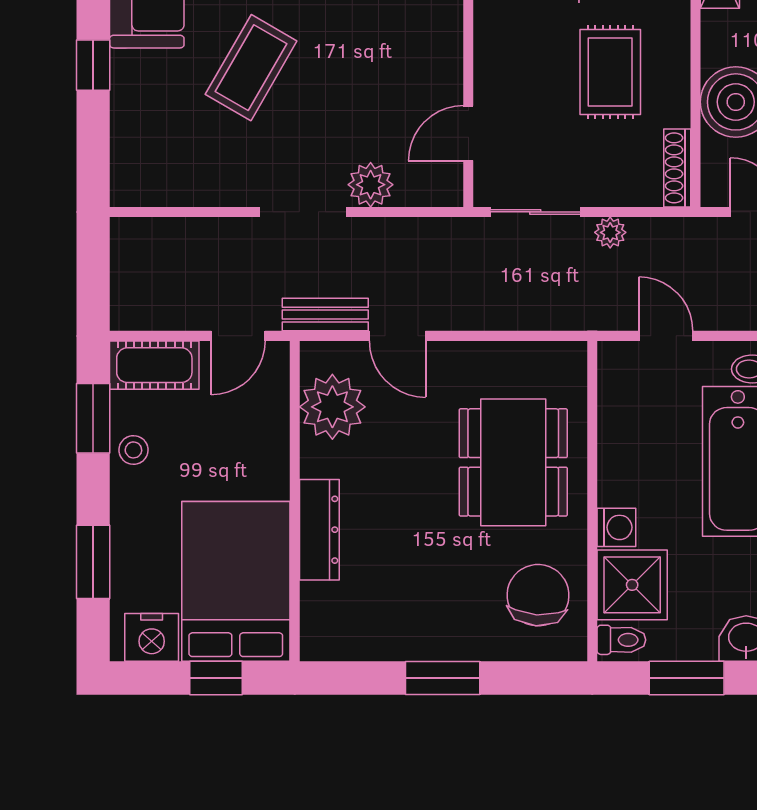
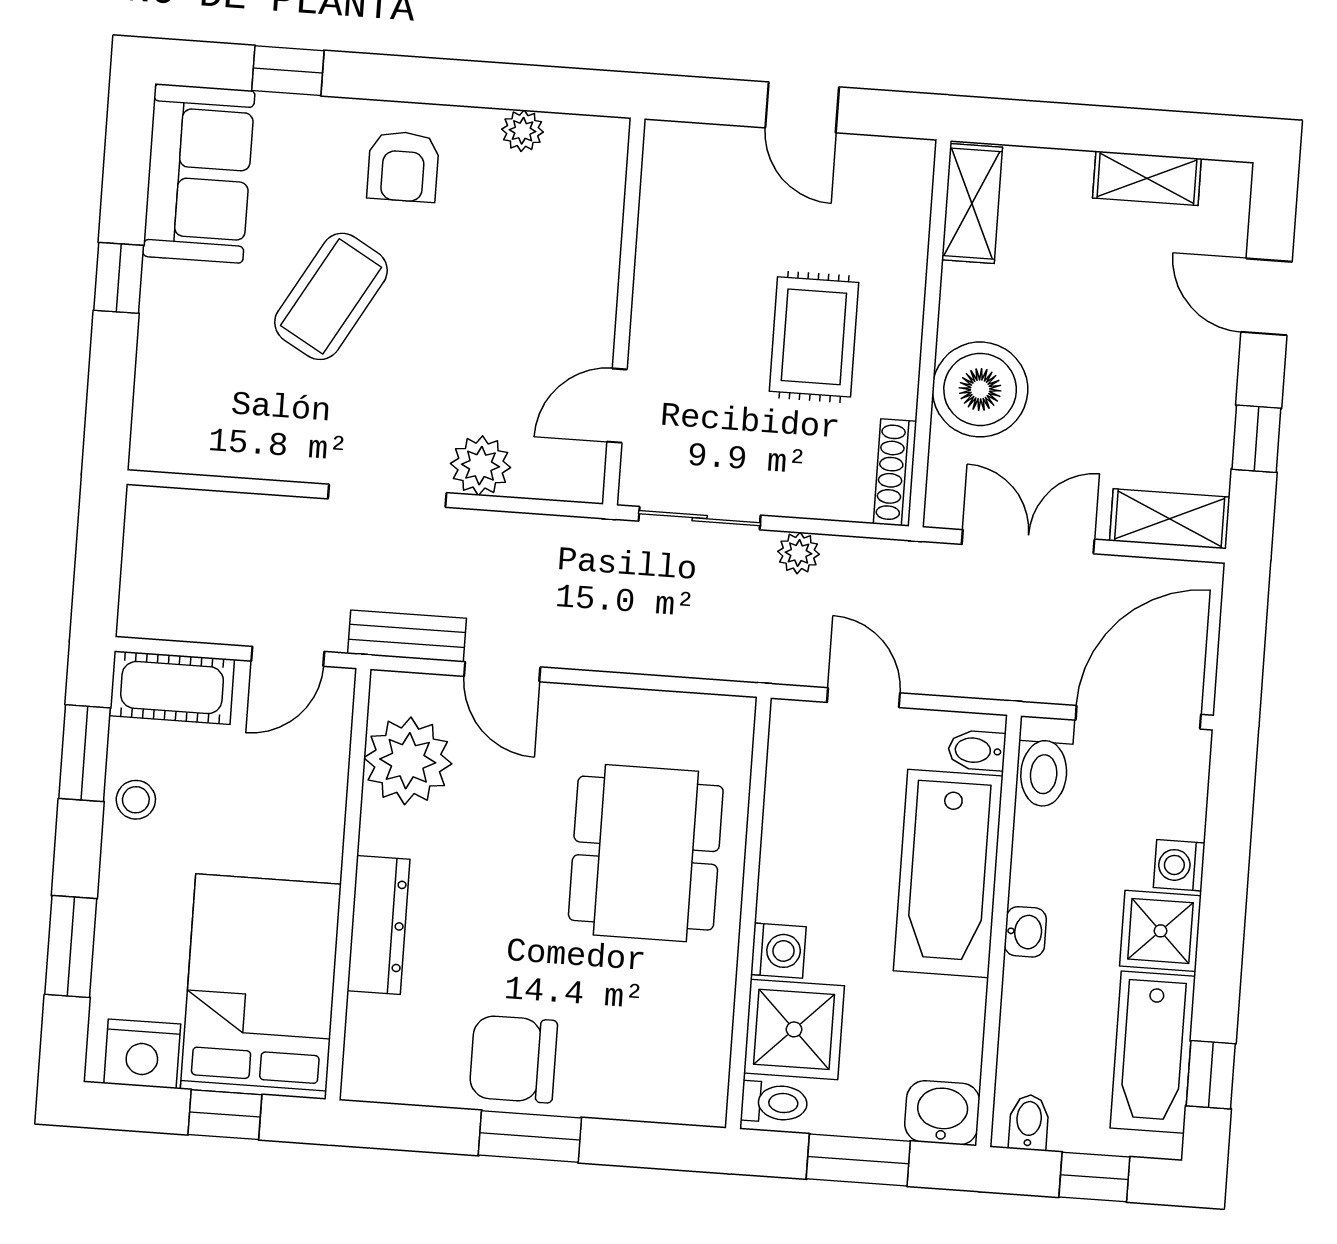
chair: (538, 595) -> (513, 1059), moved, turned -94

